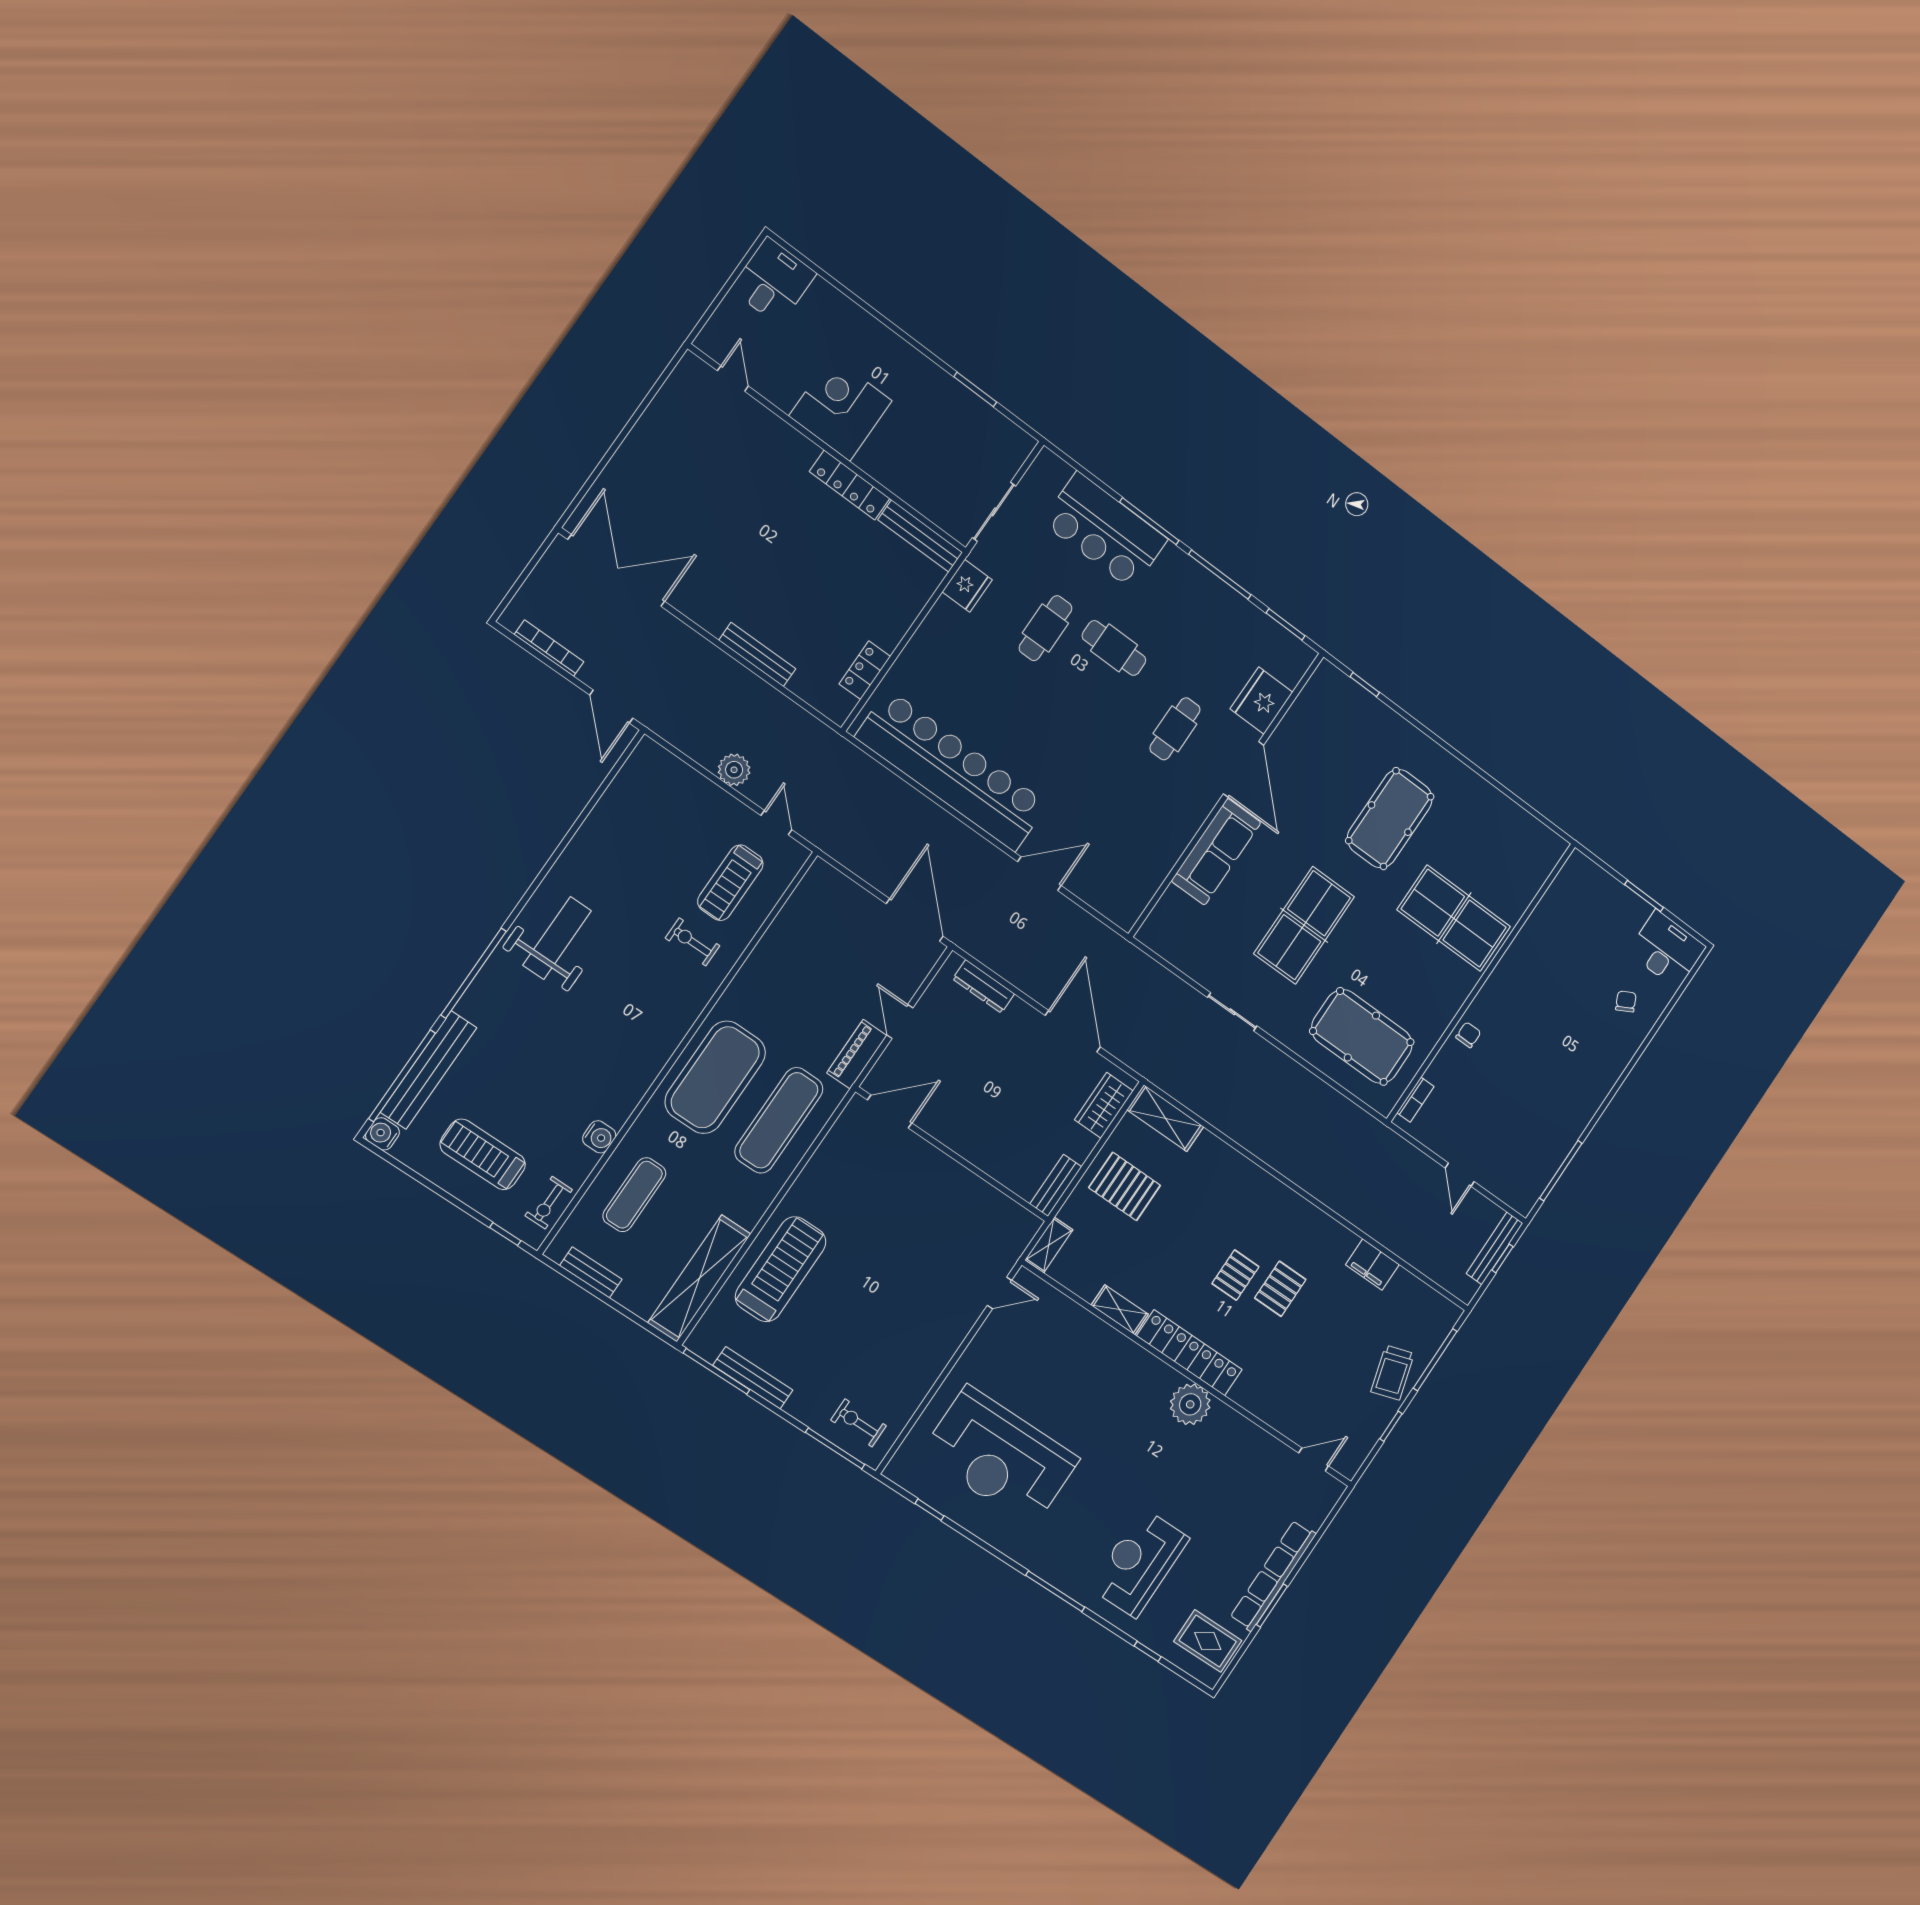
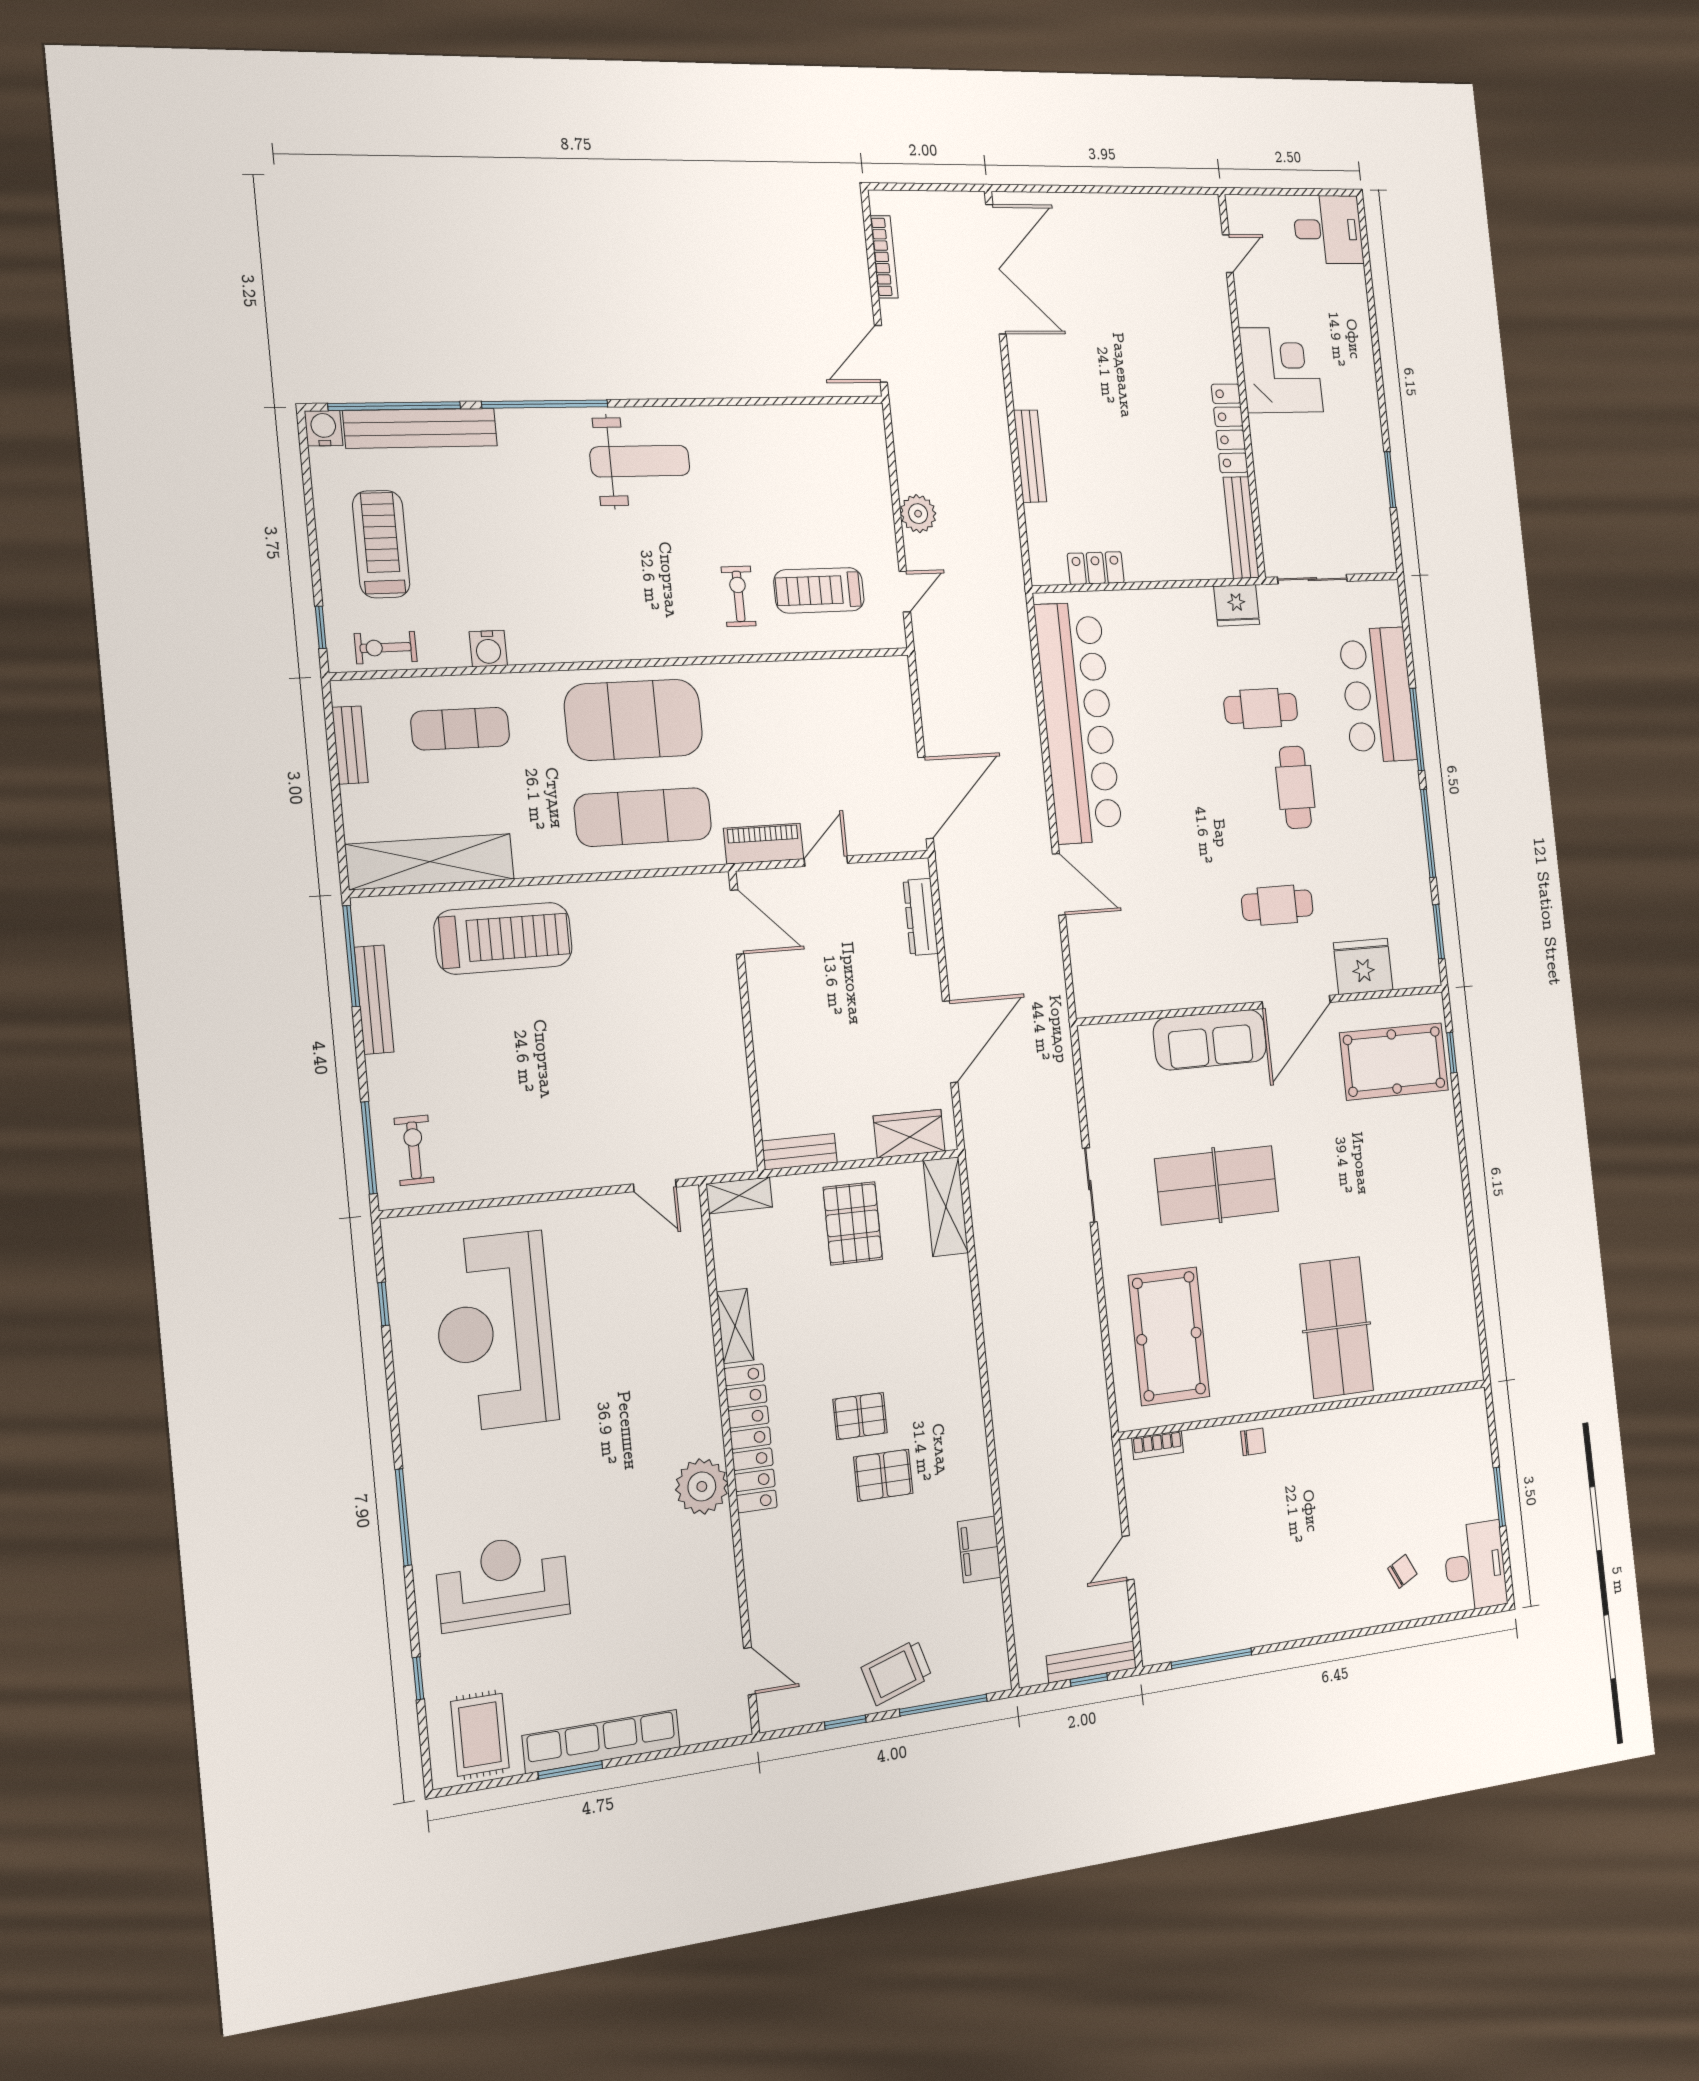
pool table: (1390, 819) -> (1394, 1061), moved

